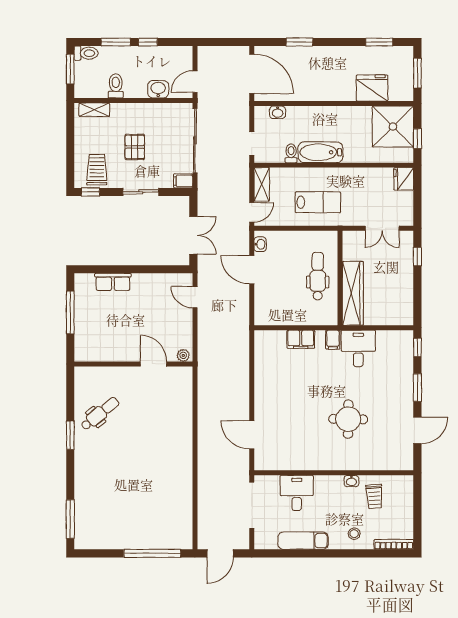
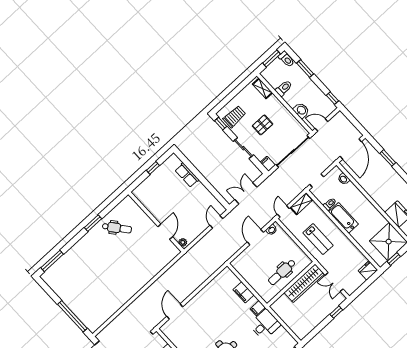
window: (148, 42) -> (332, 98), moved
door: (252, 212) -> (283, 211), swing flipped
double door: (193, 235) -> (246, 193), swing flipped
dental chair: (318, 276) -> (282, 272), turned 180
wardrobe: (353, 293) -> (304, 283), moved
window: (70, 312) -> (153, 168), width x0.46

